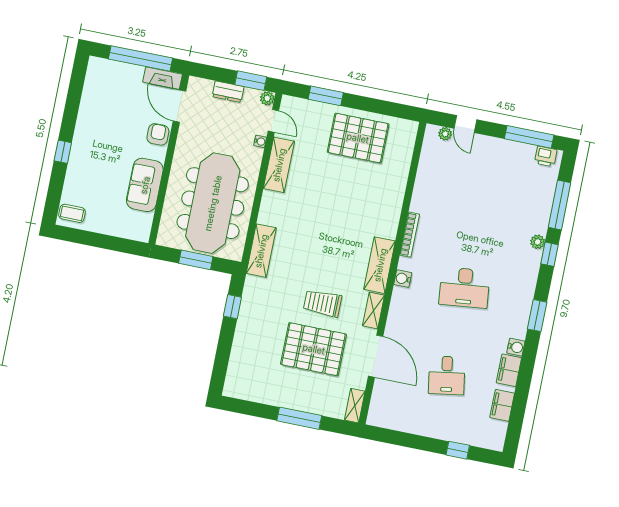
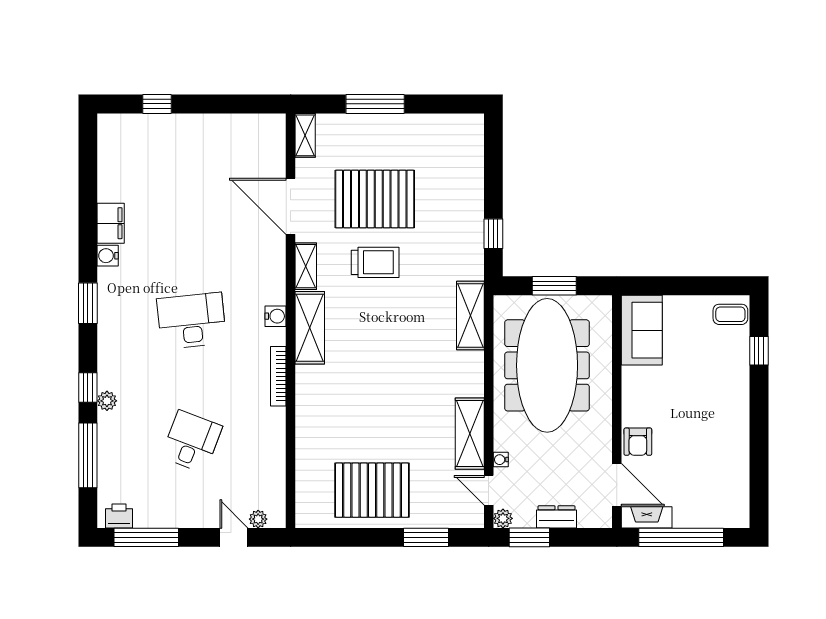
window: (63, 152) -> (759, 351), moved
sofa: (145, 185) -> (642, 330), moved
desk: (447, 375) -> (192, 441), moved, turned 30
filing cabinet: (502, 405) -> (110, 175), removed

